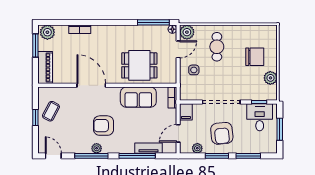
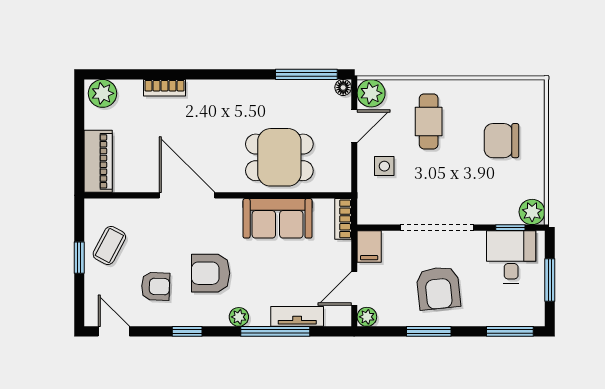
window: (35, 46) -> (79, 119), removed
chair: (255, 57) -> (502, 141), turned 180
plant: (270, 78) -> (532, 212), moved
armchair: (75, 132) -> (156, 286), added
plant: (97, 148) -> (239, 317), moved
plant: (197, 148) -> (367, 317), moved
window: (91, 156) -> (187, 331), width x0.46
window: (248, 156) -> (510, 331), moved

